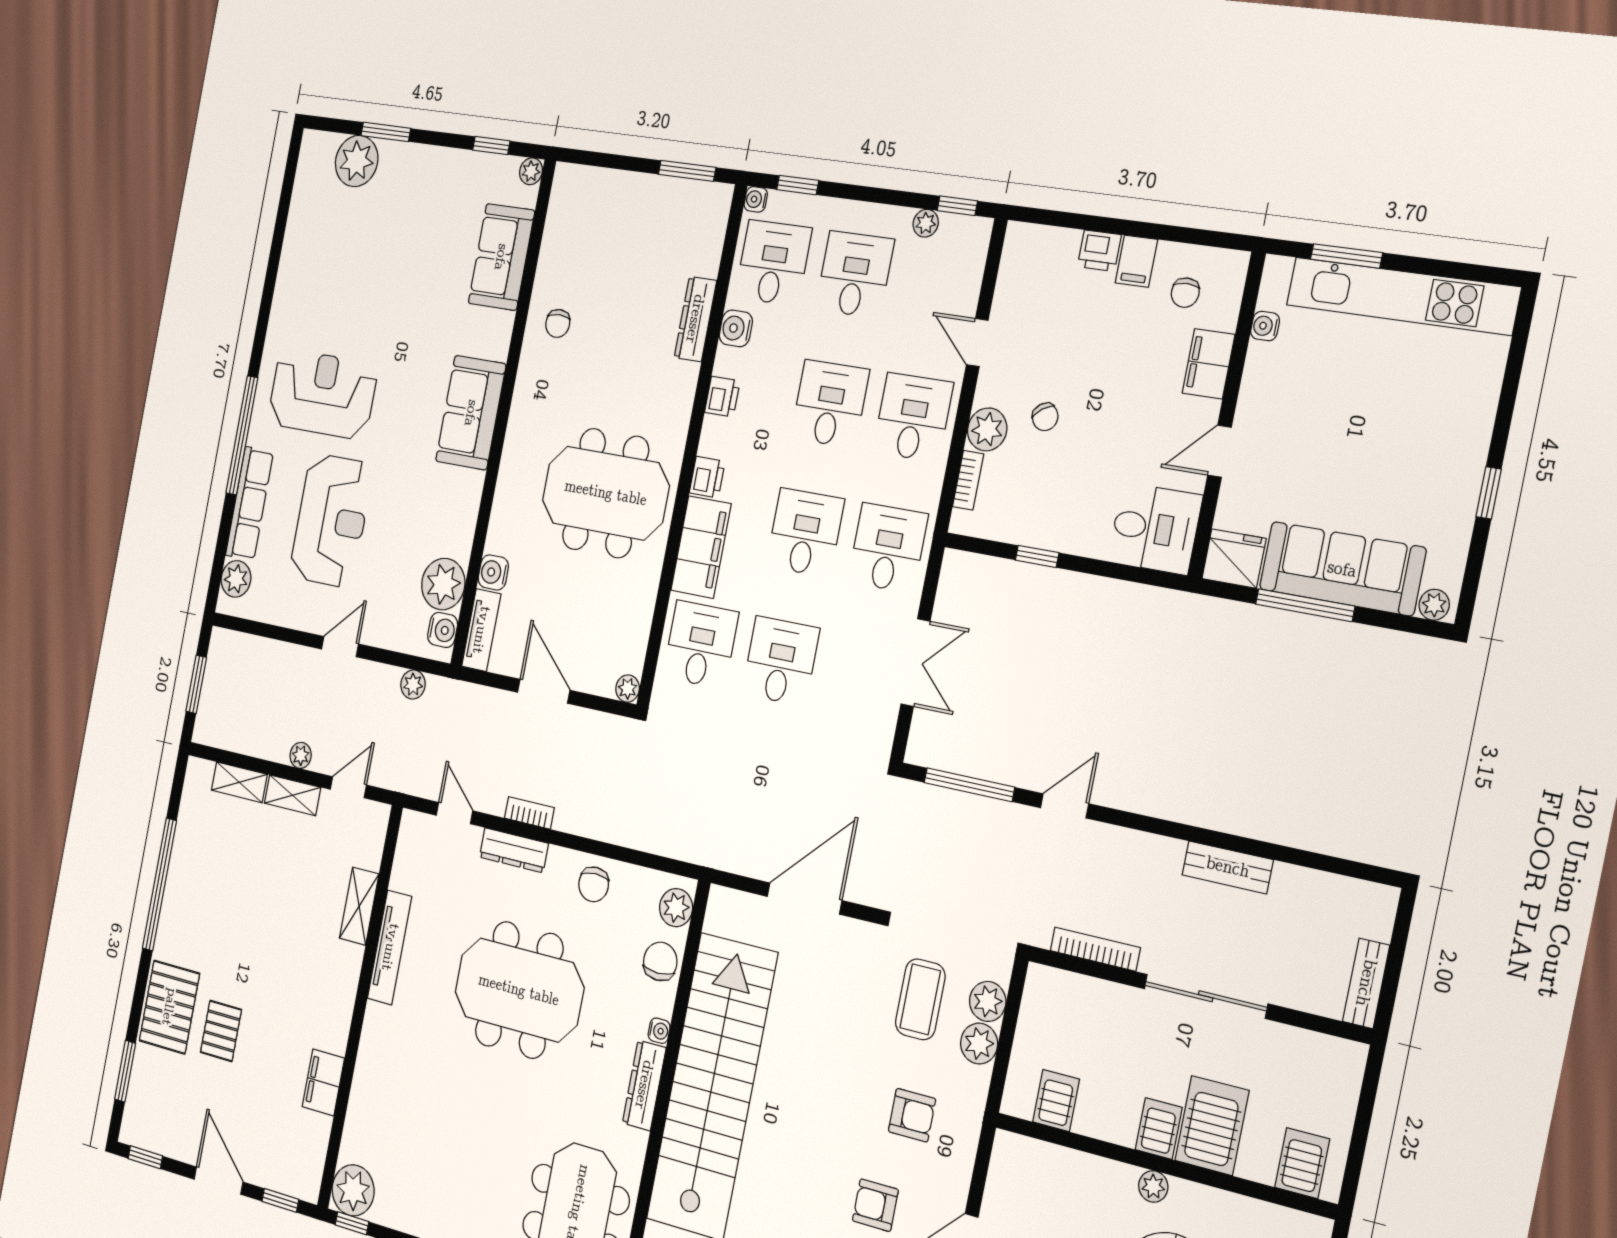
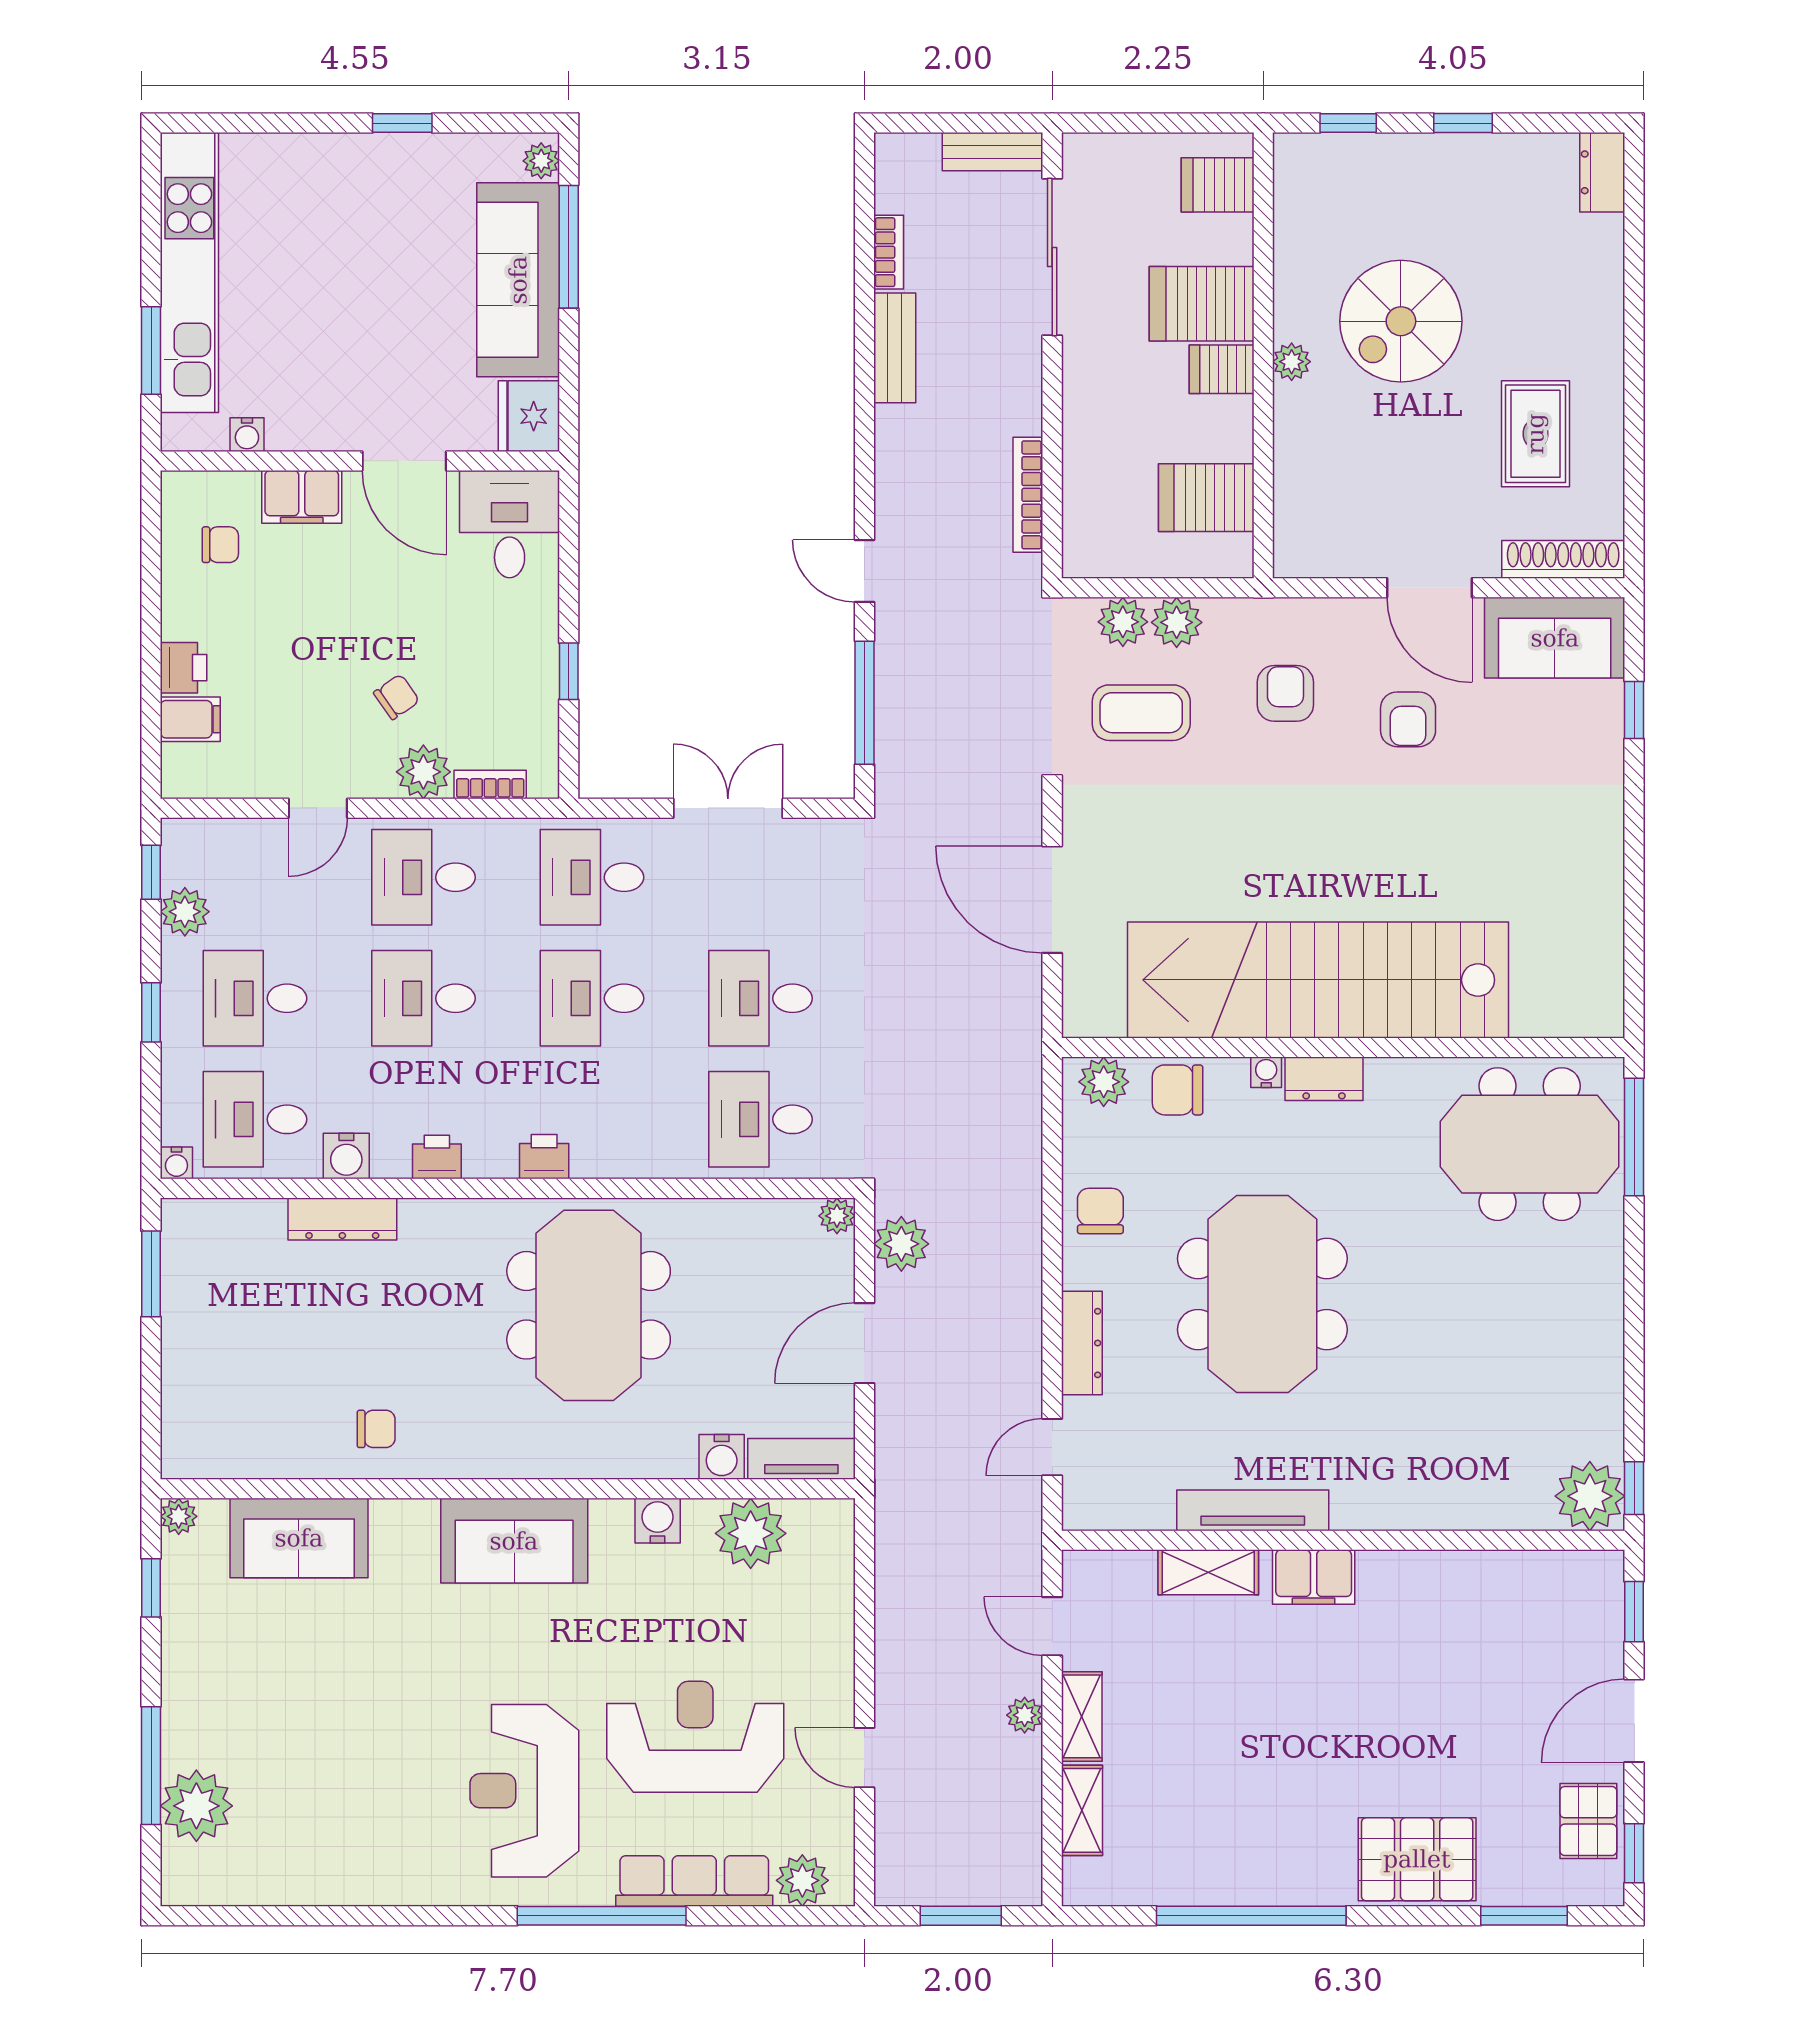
window: (386, 132) -> (151, 1766), width x1.44
window: (798, 185) -> (151, 1012), moved
plant: (926, 223) -> (185, 912), width x1.38, depth x1.38
filing cabinet: (1136, 261) -> (190, 719), moved
door: (1220, 451) -> (404, 461), width x1.38
filing cabinet: (701, 547) -> (635, 1146), removed
window: (1305, 605) -> (569, 247), moved
water cooler: (443, 630) -> (658, 1521), moved
door: (340, 647) -> (864, 1758), moved
plant: (413, 685) -> (901, 1244), moved, width x1.38, depth x1.38
bookcase: (529, 813) -> (889, 252), moved, turned 180
chair: (594, 884) -> (1100, 1211), turned -90
sliding door: (1206, 996) -> (1052, 257), moved
pallet: (221, 1031) -> (1588, 1821), moved, turned 90
filing cabinet: (323, 1082) -> (1314, 1577), moved
dresser: (644, 1085) -> (1324, 1079), width x0.70
server rack: (1056, 1101) -> (1206, 498), width x1.36, depth x1.44

